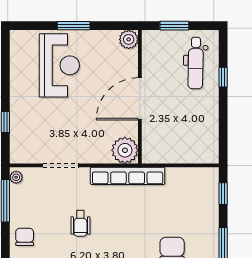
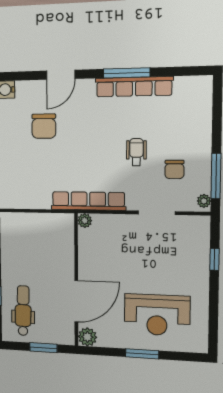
reception desk: (59, 65) -> (157, 315), turned -90
door: (140, 99) -> (76, 301), moved
plant: (125, 150) -> (85, 221), width x0.53, depth x0.53
chair: (25, 237) -> (174, 169), moved

